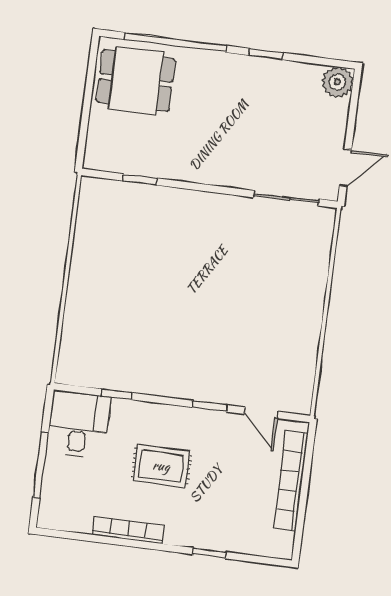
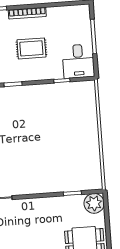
plant: (103, 152) -> (94, 203), added
bookcase: (128, 530) -> (27, 13), moved

